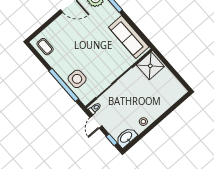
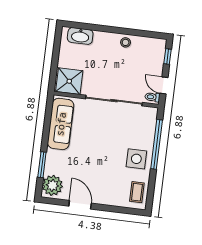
side table: (77, 79) -> (136, 159), moved
door: (96, 122) -> (164, 85), swing flipped
washbasin: (126, 137) -> (80, 36), moved

